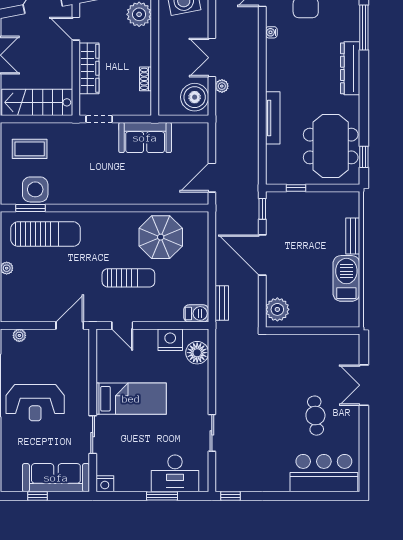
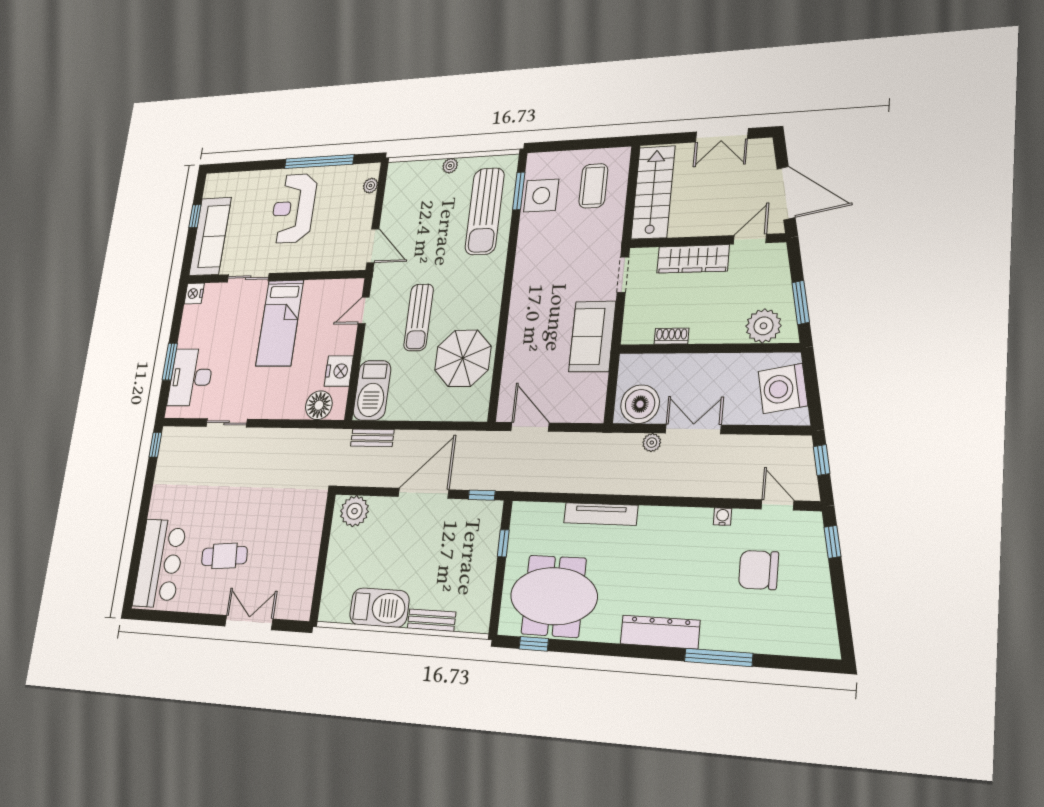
barbecue: (196, 313) -> (372, 390), width x1.88, depth x1.53

